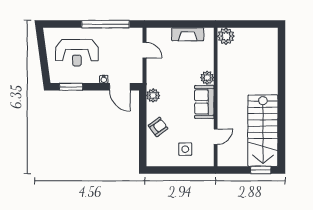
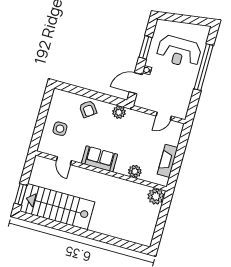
window: (105, 24) -> (204, 67), moved
reception desk: (77, 53) -> (179, 52), turned -90
plant: (207, 78) -> (135, 171), moved
window: (71, 87) -> (146, 47), moved

